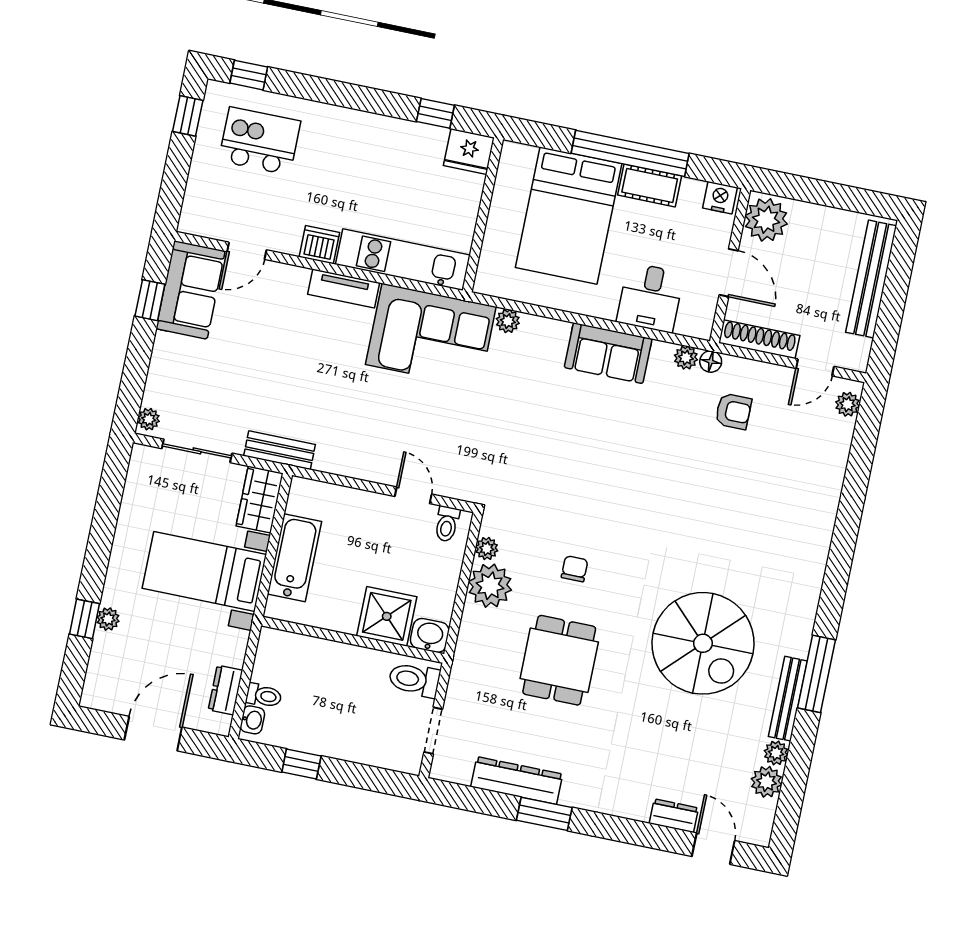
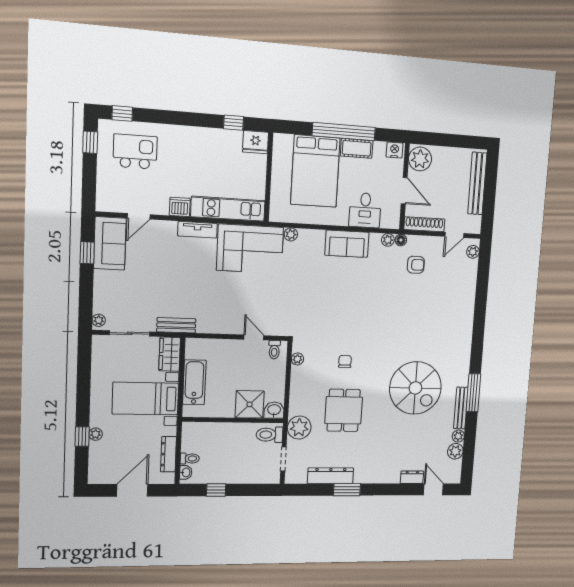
plant: (490, 586) -> (299, 428), moved
dresser: (225, 690) -> (168, 454), width x1.44

